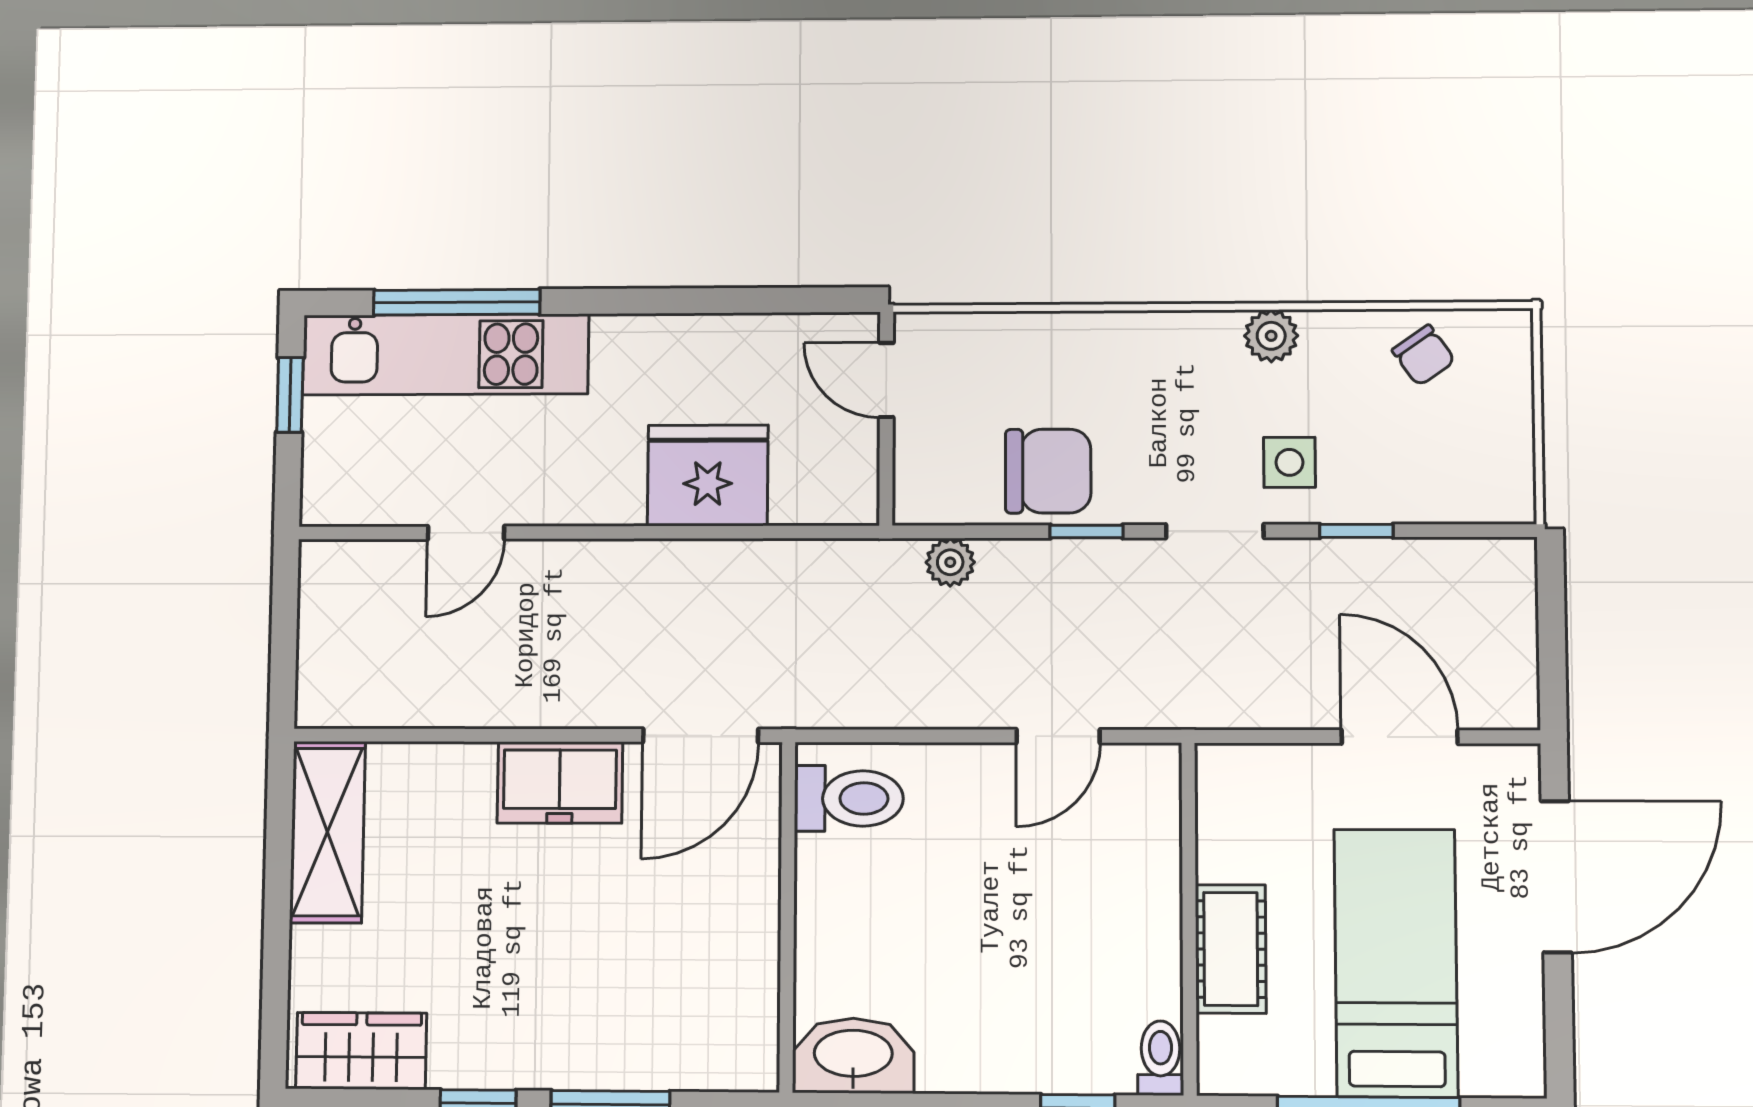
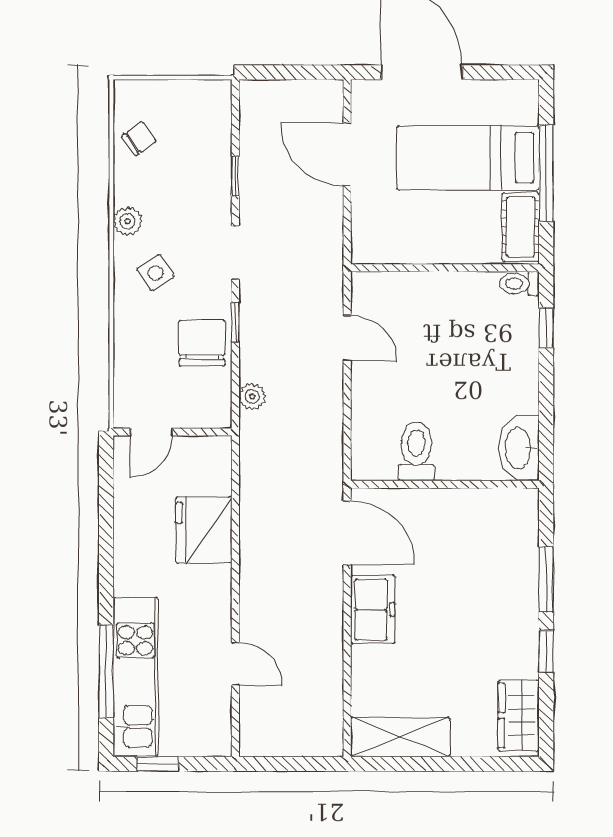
side table: (1289, 462) -> (156, 273), moved, turned -33
door: (1400, 737) -> (347, 154), hinge flipped
toilet: (849, 798) -> (416, 451), moved
cot: (1231, 949) -> (521, 227), moved, turned 90

